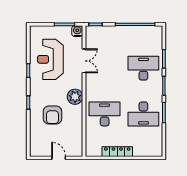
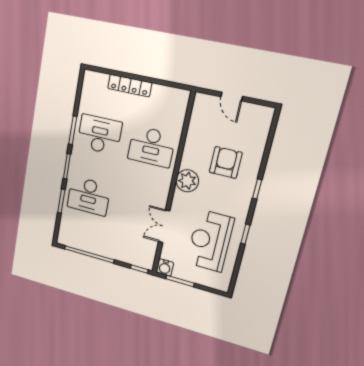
reception desk: (50, 59) -> (210, 241), turned 180
locker: (117, 152) -> (130, 86), moved

